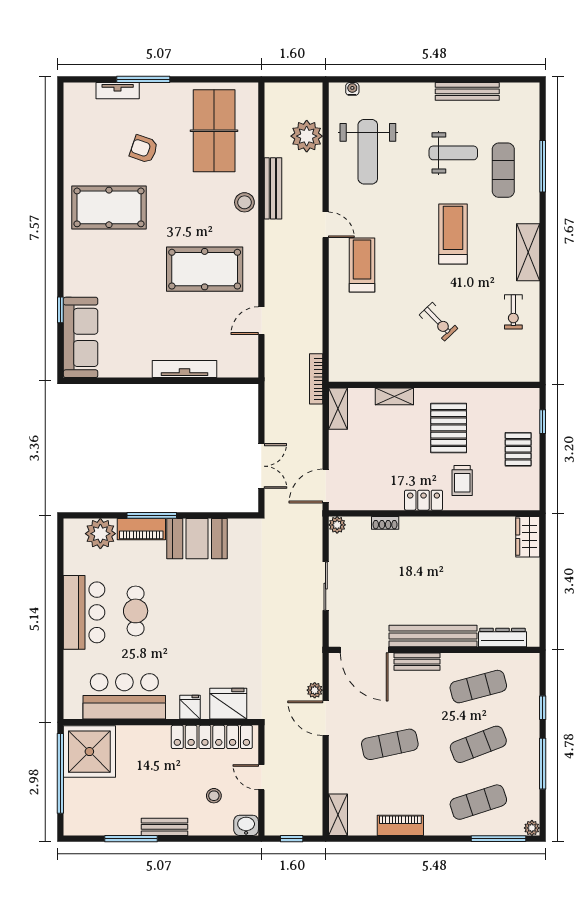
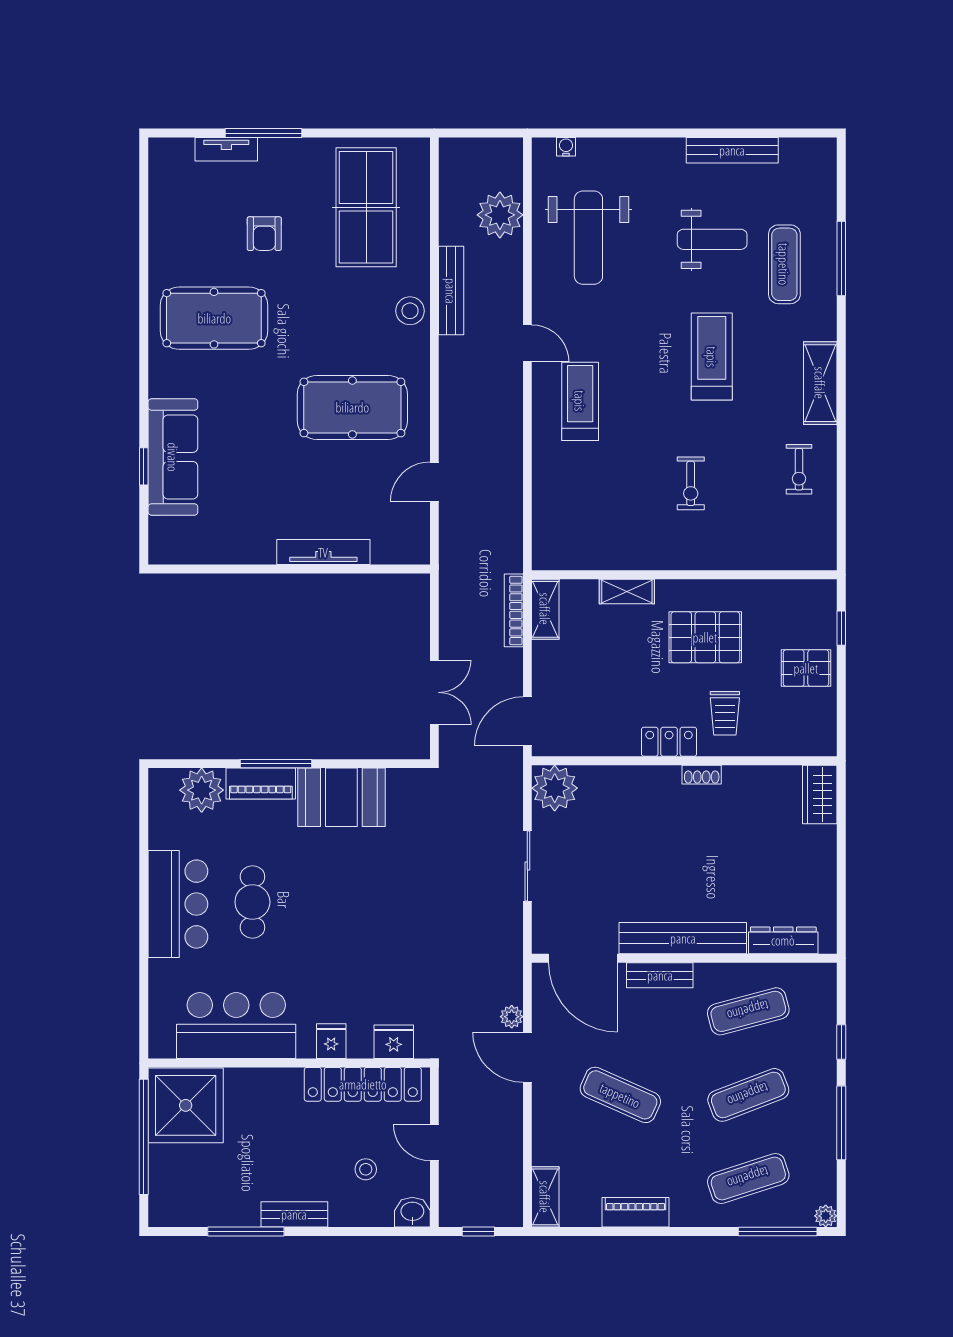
armchair: (144, 149) -> (264, 234), turned -109
exercise bike: (438, 322) -> (691, 483), turned 44
sofa: (81, 337) -> (173, 457), moved
bookcase: (316, 379) -> (514, 610), moved
pallet: (449, 428) -> (705, 637), turned 90
pallet: (518, 449) -> (806, 668), turned 90
shoe rack: (385, 523) -> (702, 775), moved
plant: (337, 525) -> (555, 788), width x1.88, depth x1.88
fridge: (228, 704) -> (394, 1042), width x0.73, depth x0.75
exercise mat: (390, 744) -> (620, 1095), turned 36

